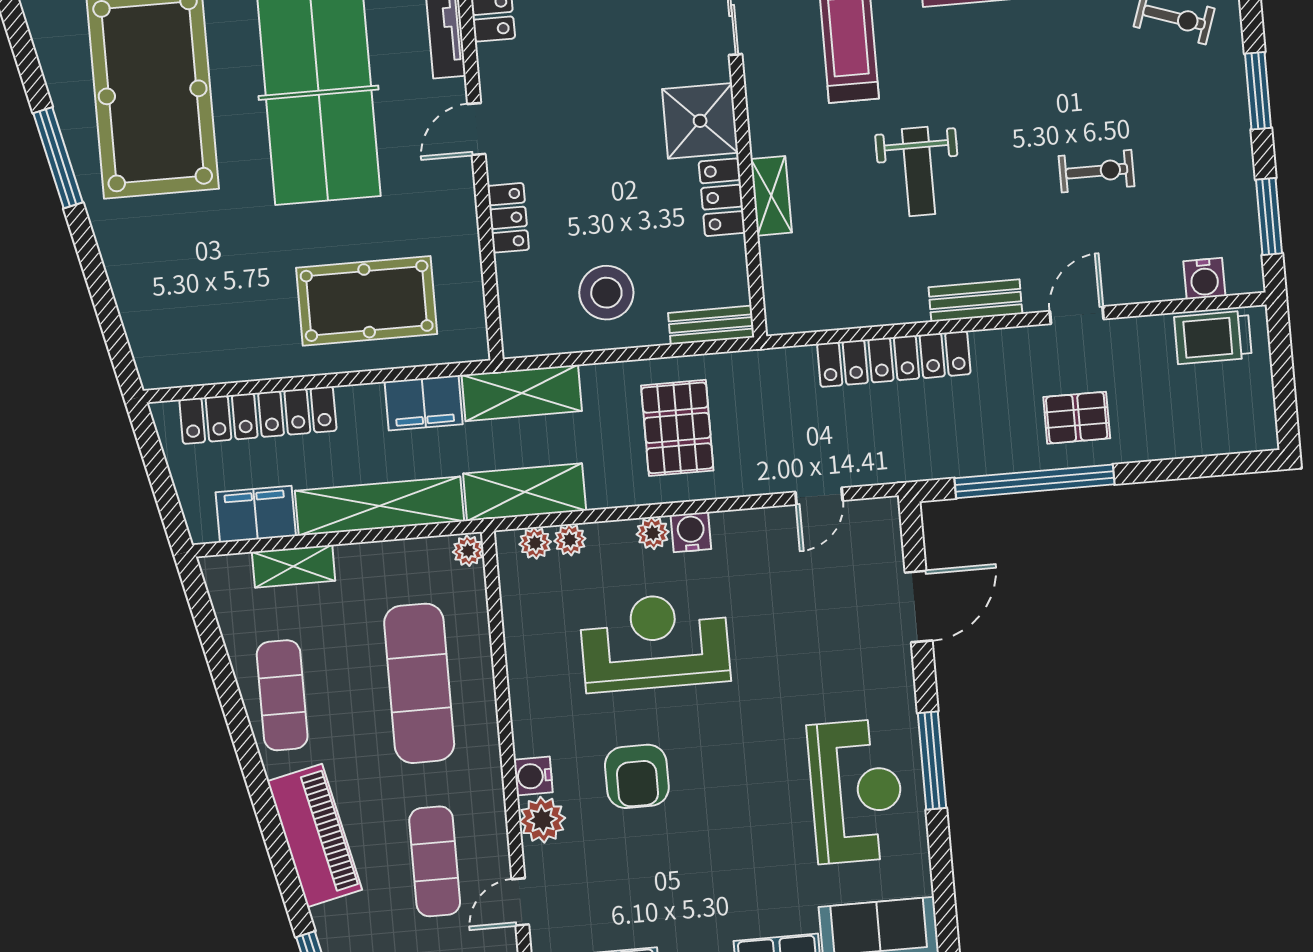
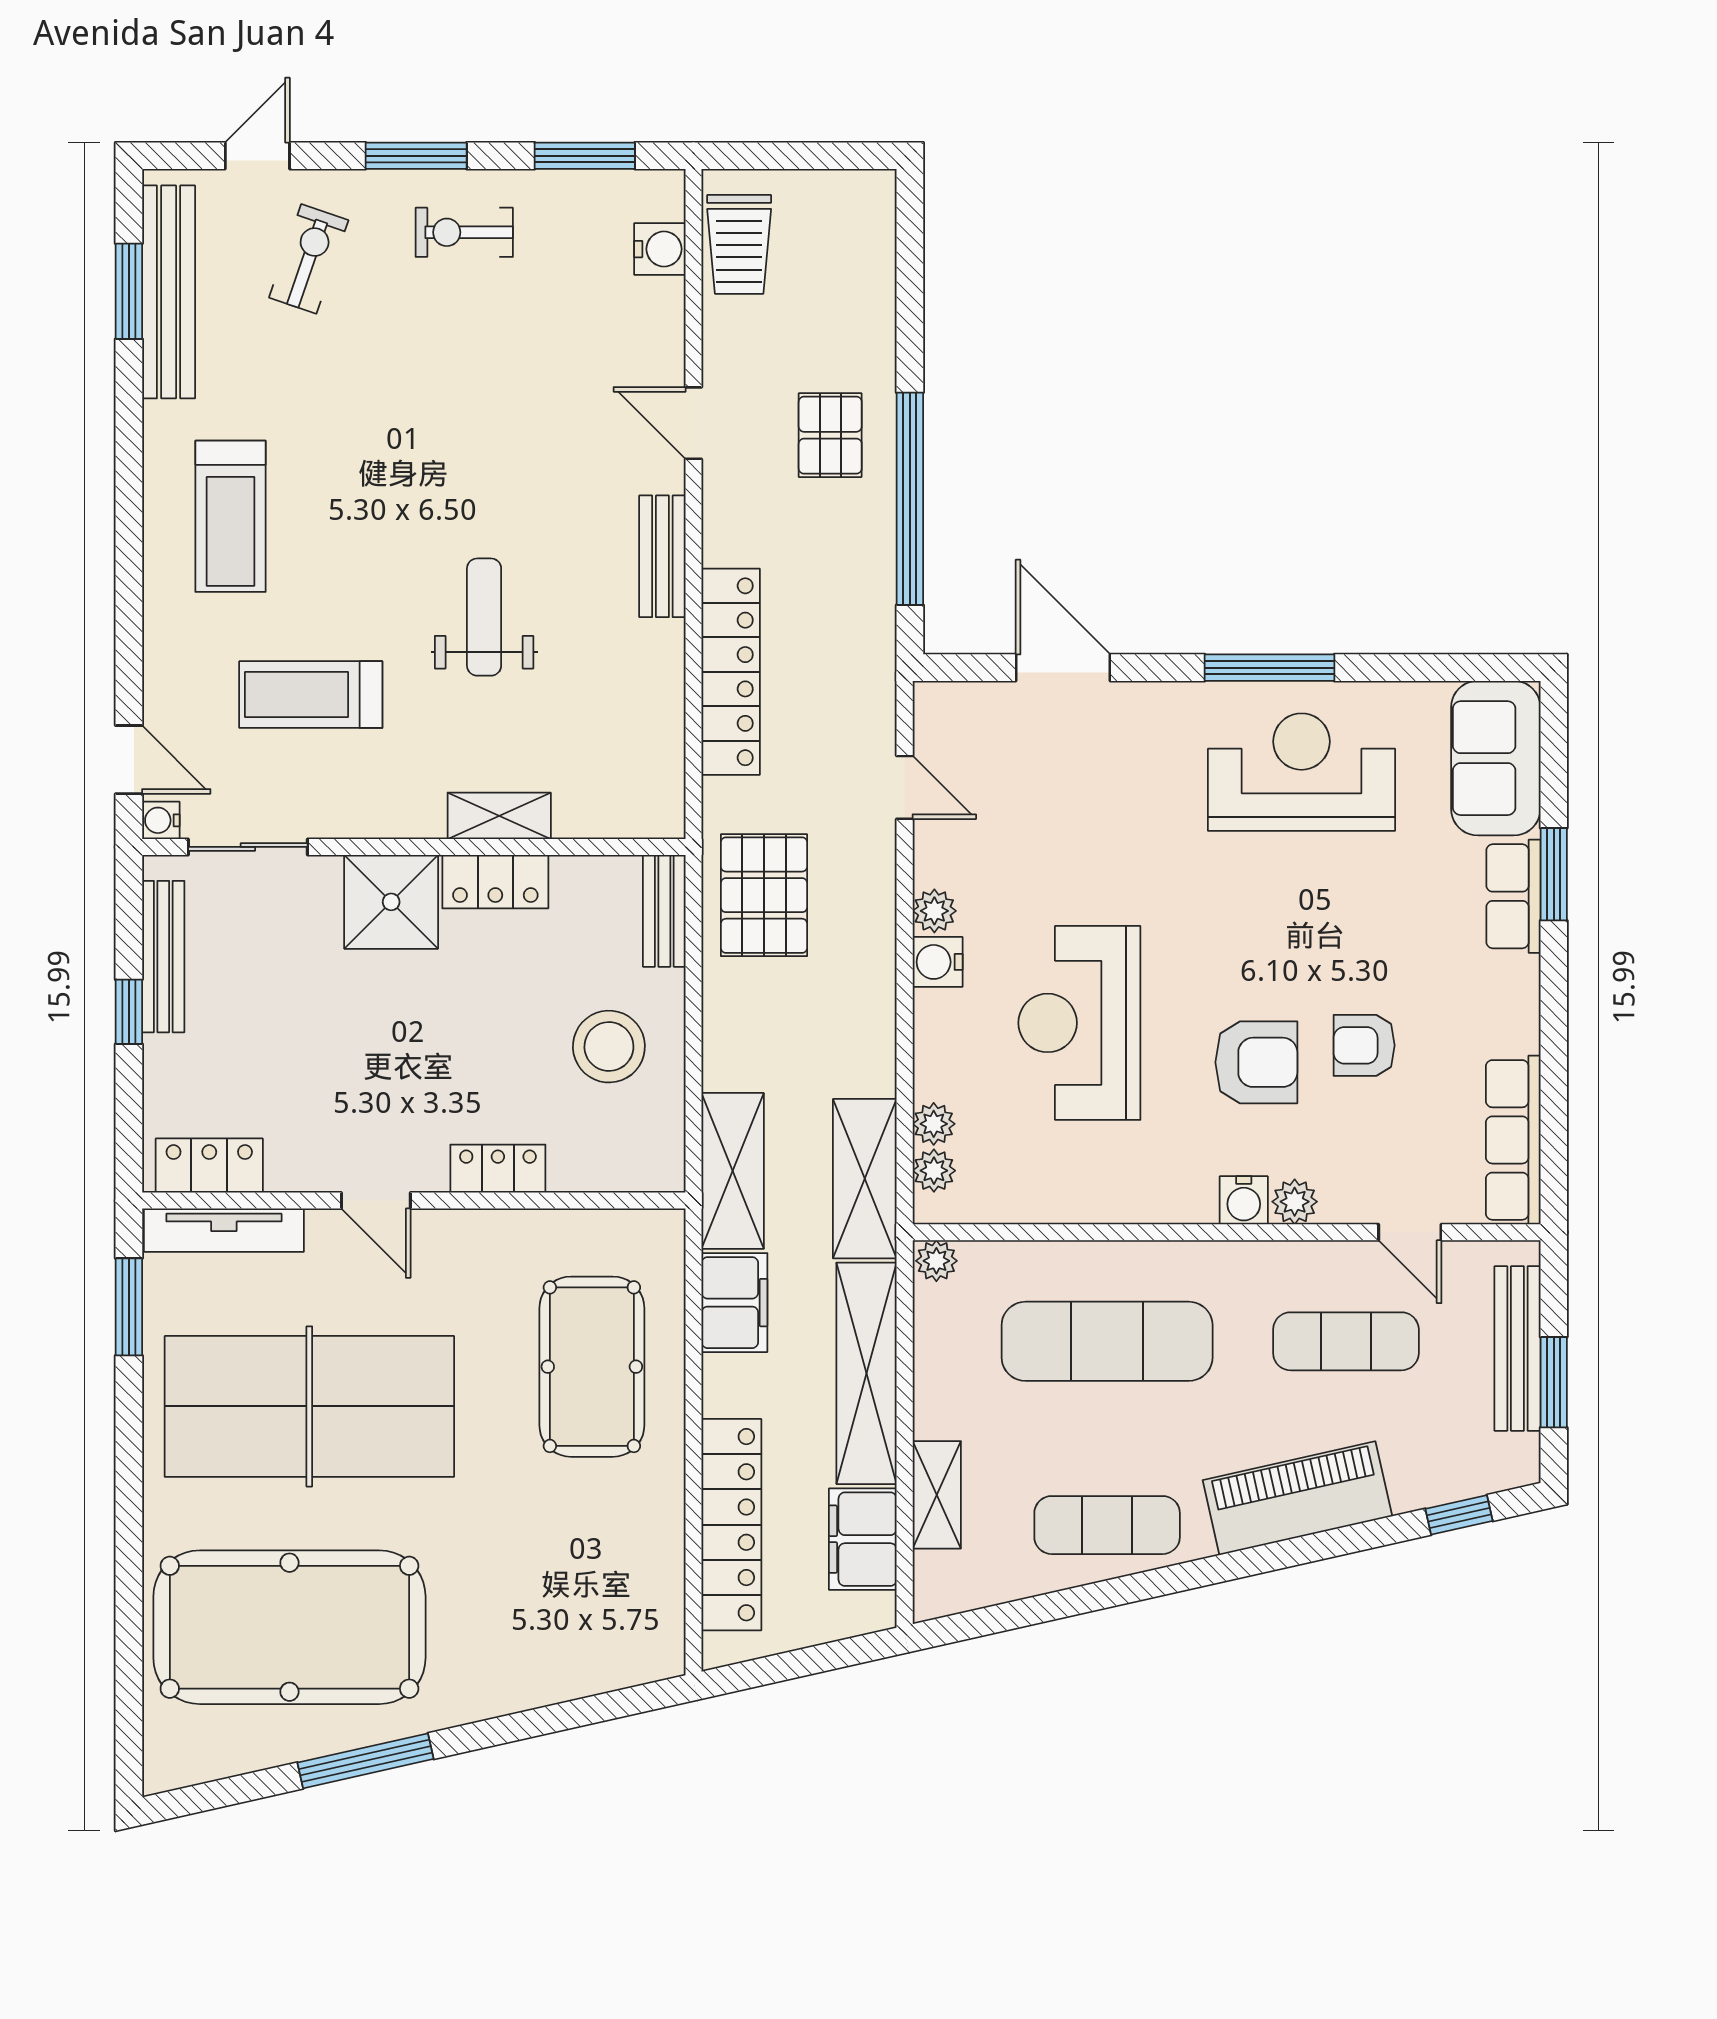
exercise bike: (1097, 171) -> (464, 232), moved, turned -90
weight bench: (919, 172) -> (484, 617), turned -90
pallet: (677, 428) -> (764, 895), moved, turned 90
plant: (653, 533) -> (934, 911), moved
plant: (542, 820) -> (1295, 1202), width x0.73, depth x0.73
armchair: (657, 856) -> (1364, 1045), added

